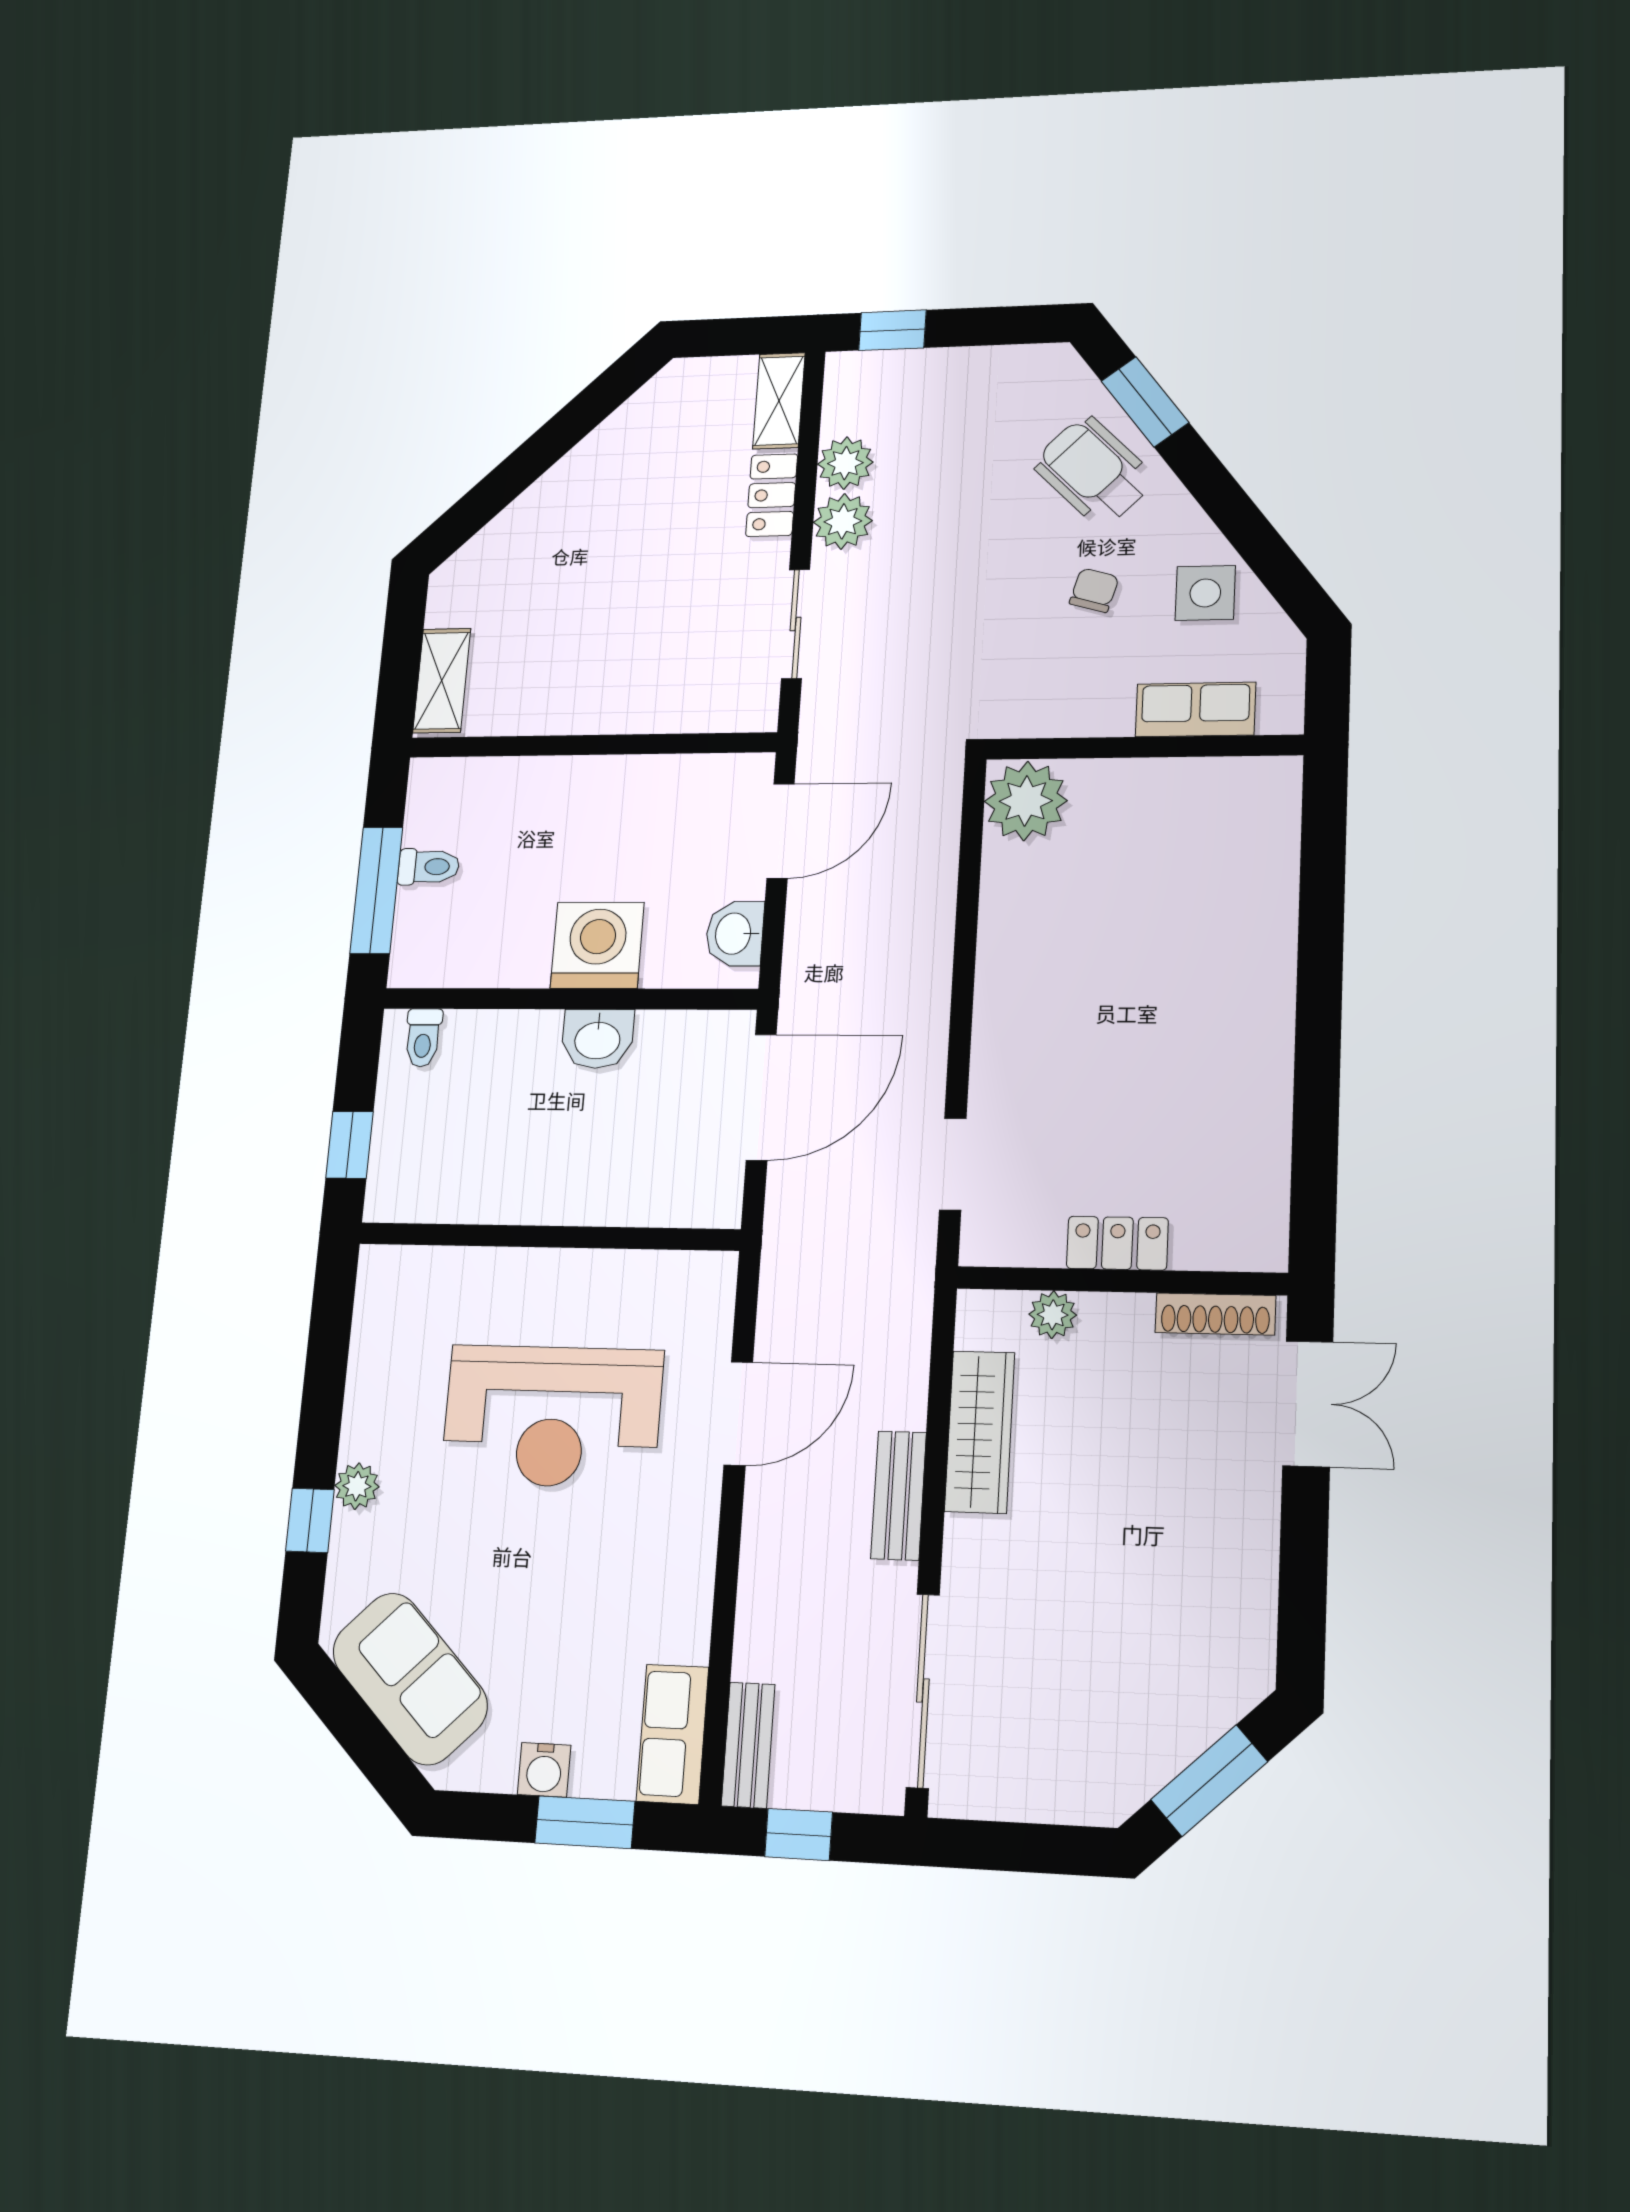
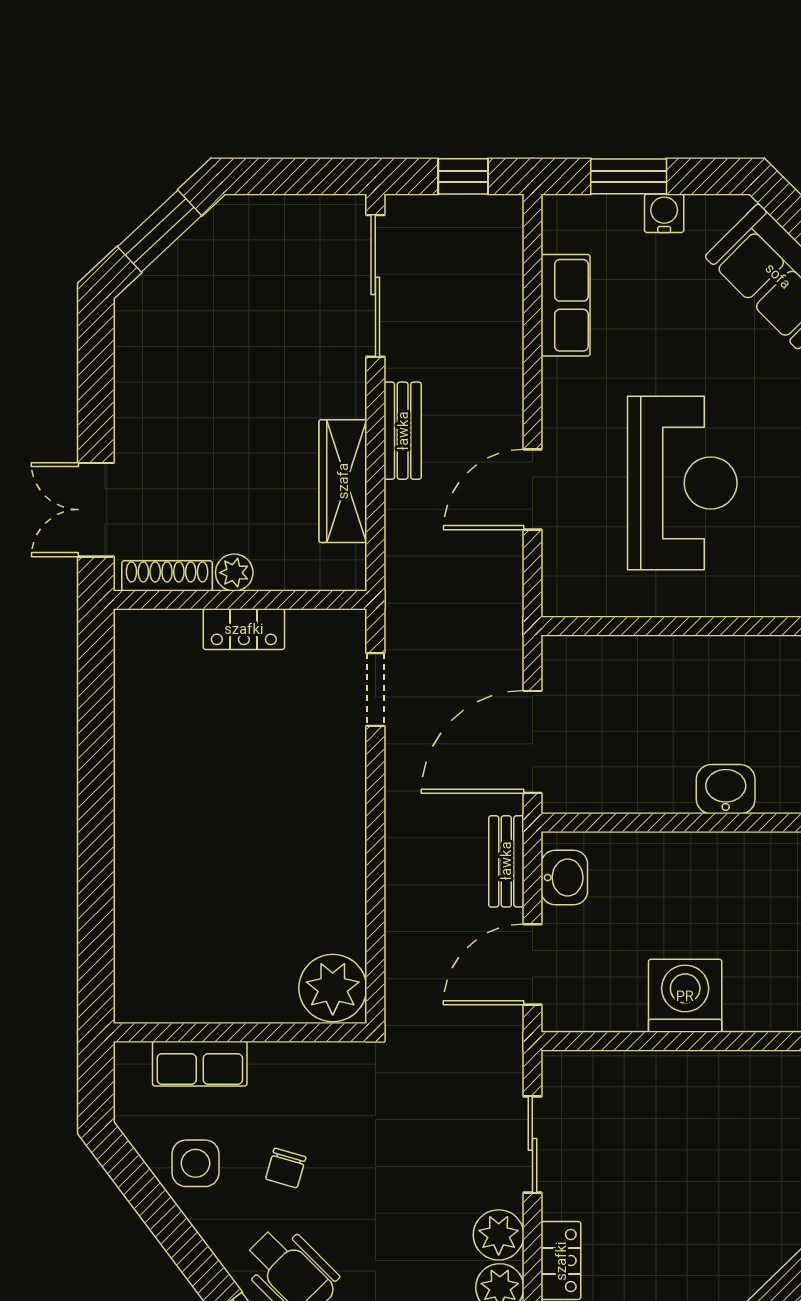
washing machine: (597, 945) -> (685, 996), moved, turned 180
washbasin: (597, 1039) -> (726, 789), moved
plant: (1053, 1315) -> (234, 573), moved
reception desk: (552, 1416) -> (682, 483), turned 90
row of seats: (673, 1734) -> (566, 305), moved
bench: (748, 1745) -> (506, 861), moved

